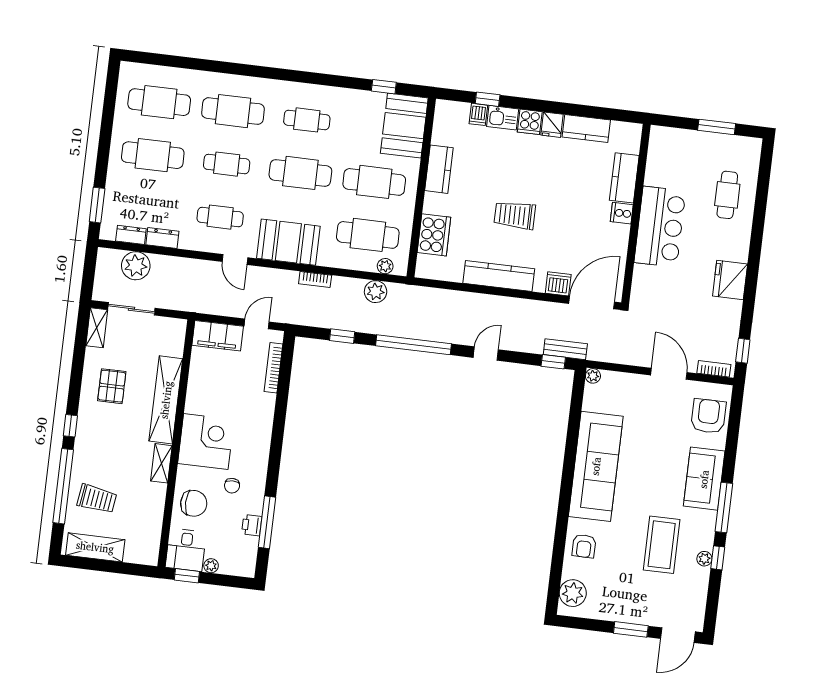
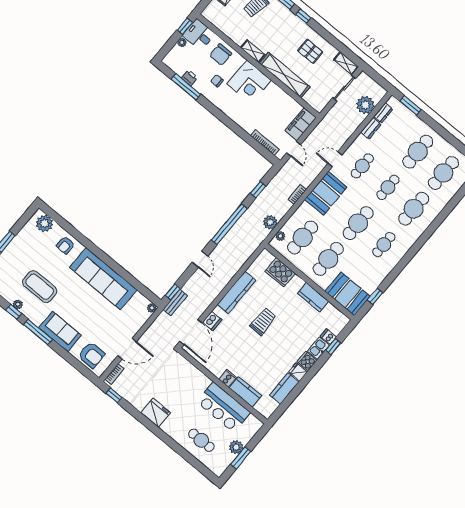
plant: (707, 142) -> (236, 447), added
bar counter: (660, 227) -> (223, 407), moved
armchair: (584, 546) -> (65, 245), turned -90

